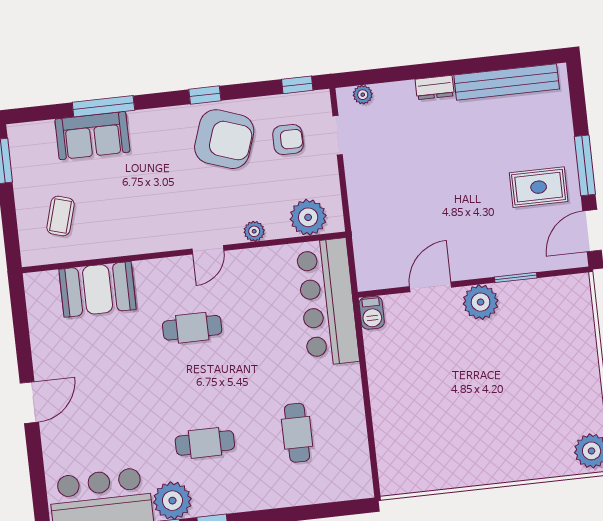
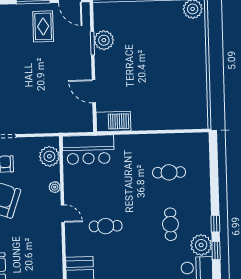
bar counter: (328, 302) -> (88, 150), width x0.73
plant: (481, 302) -> (104, 40), moved
barbecue: (372, 313) -> (113, 122), width x1.88, depth x1.53
cafe table: (192, 328) -> (106, 226), turned 90

